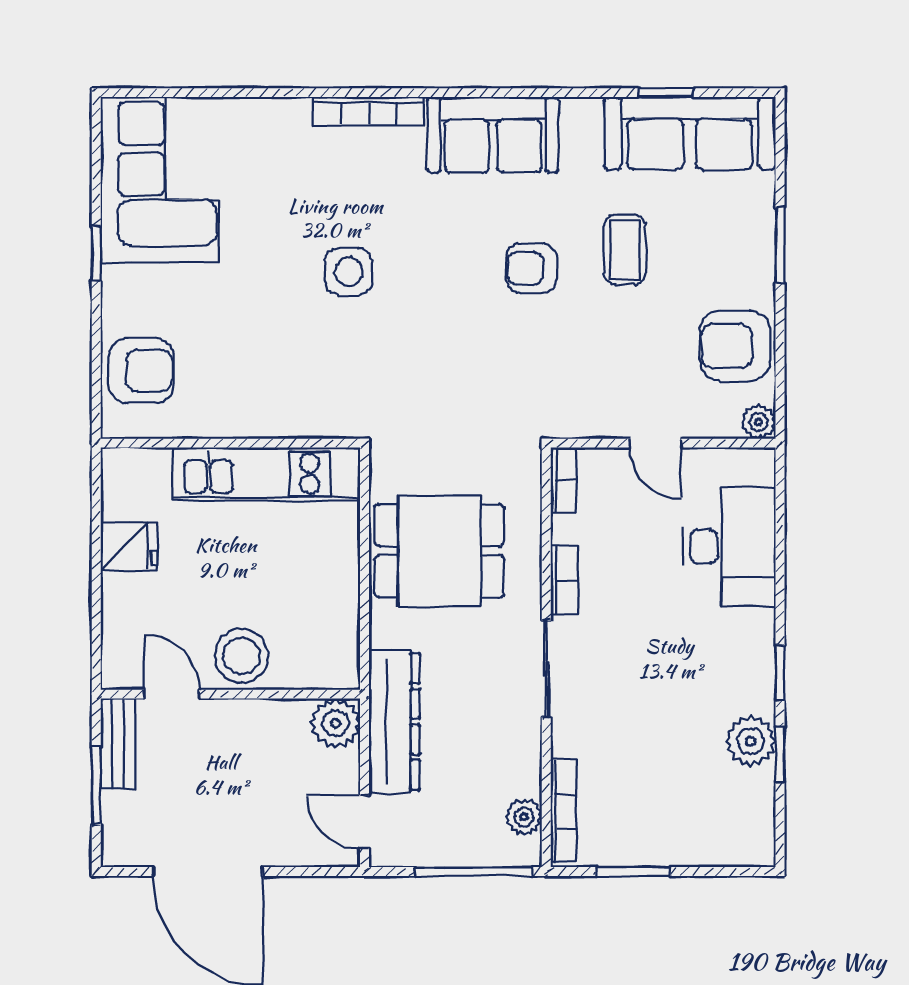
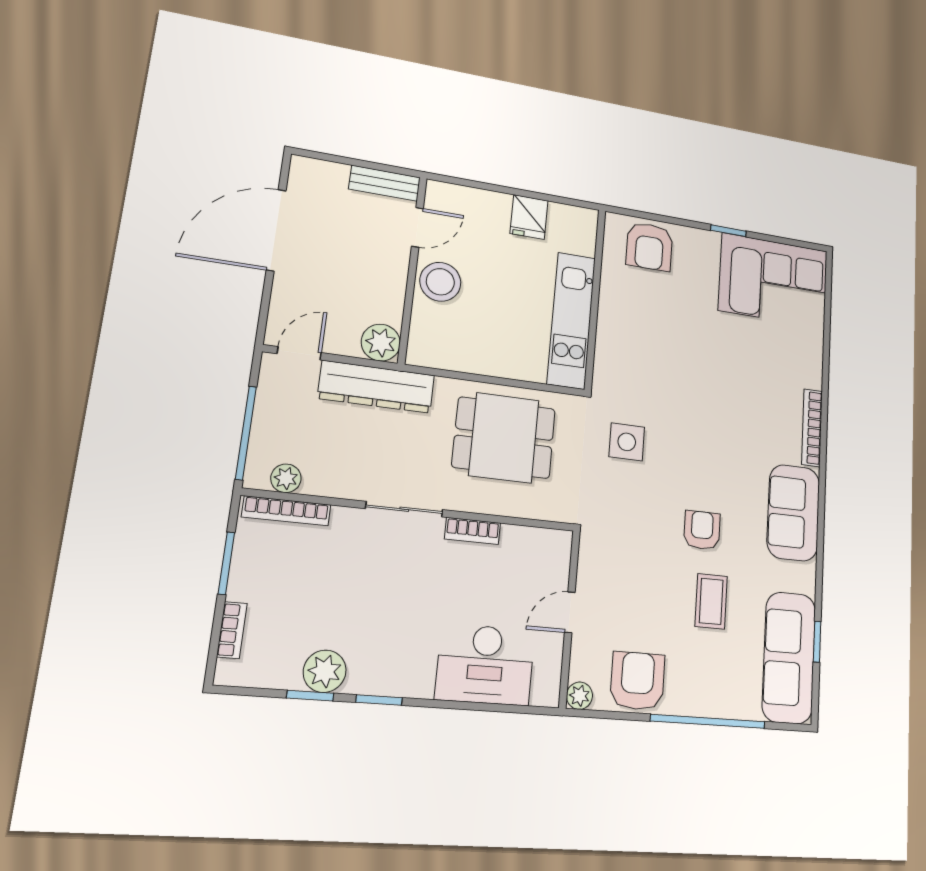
window: (780, 245) -> (708, 721), width x2.11
coffee table: (625, 250) -> (711, 601), turned 90
side table: (349, 271) -> (627, 442), moved
bookcase: (564, 480) -> (232, 630), moved, turned -90
dining table: (439, 551) -> (504, 438), turned 90
window: (96, 786) -> (355, 162), removed

